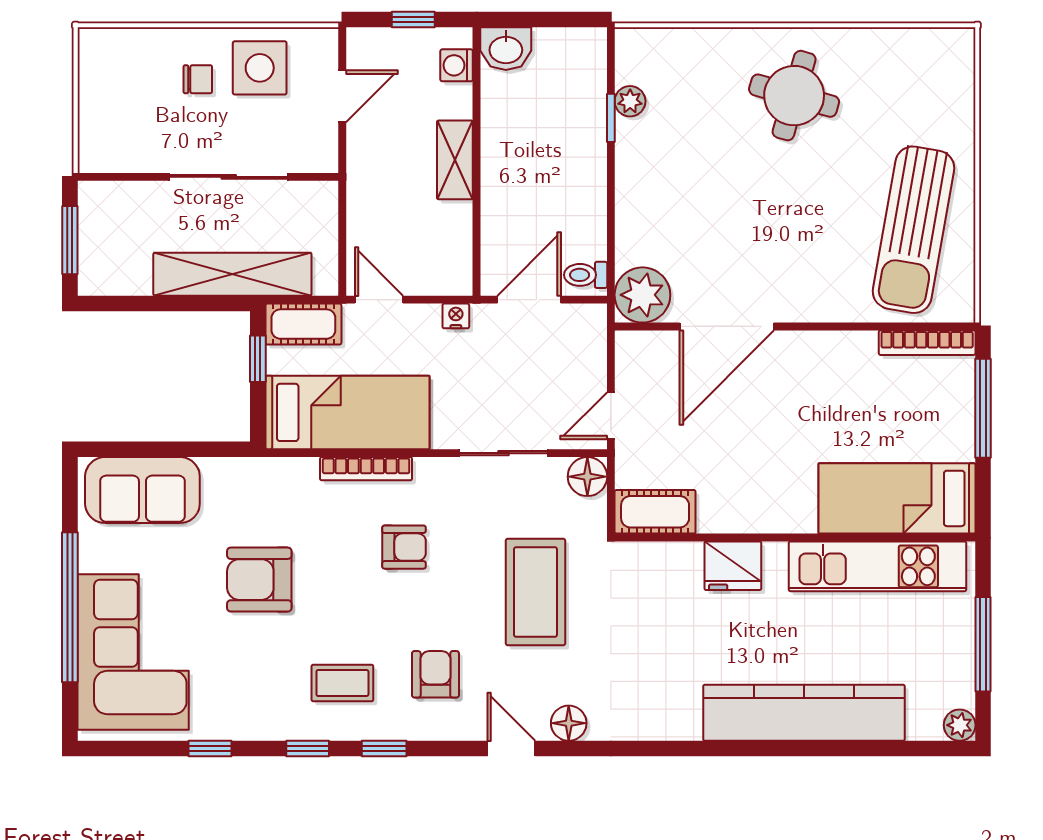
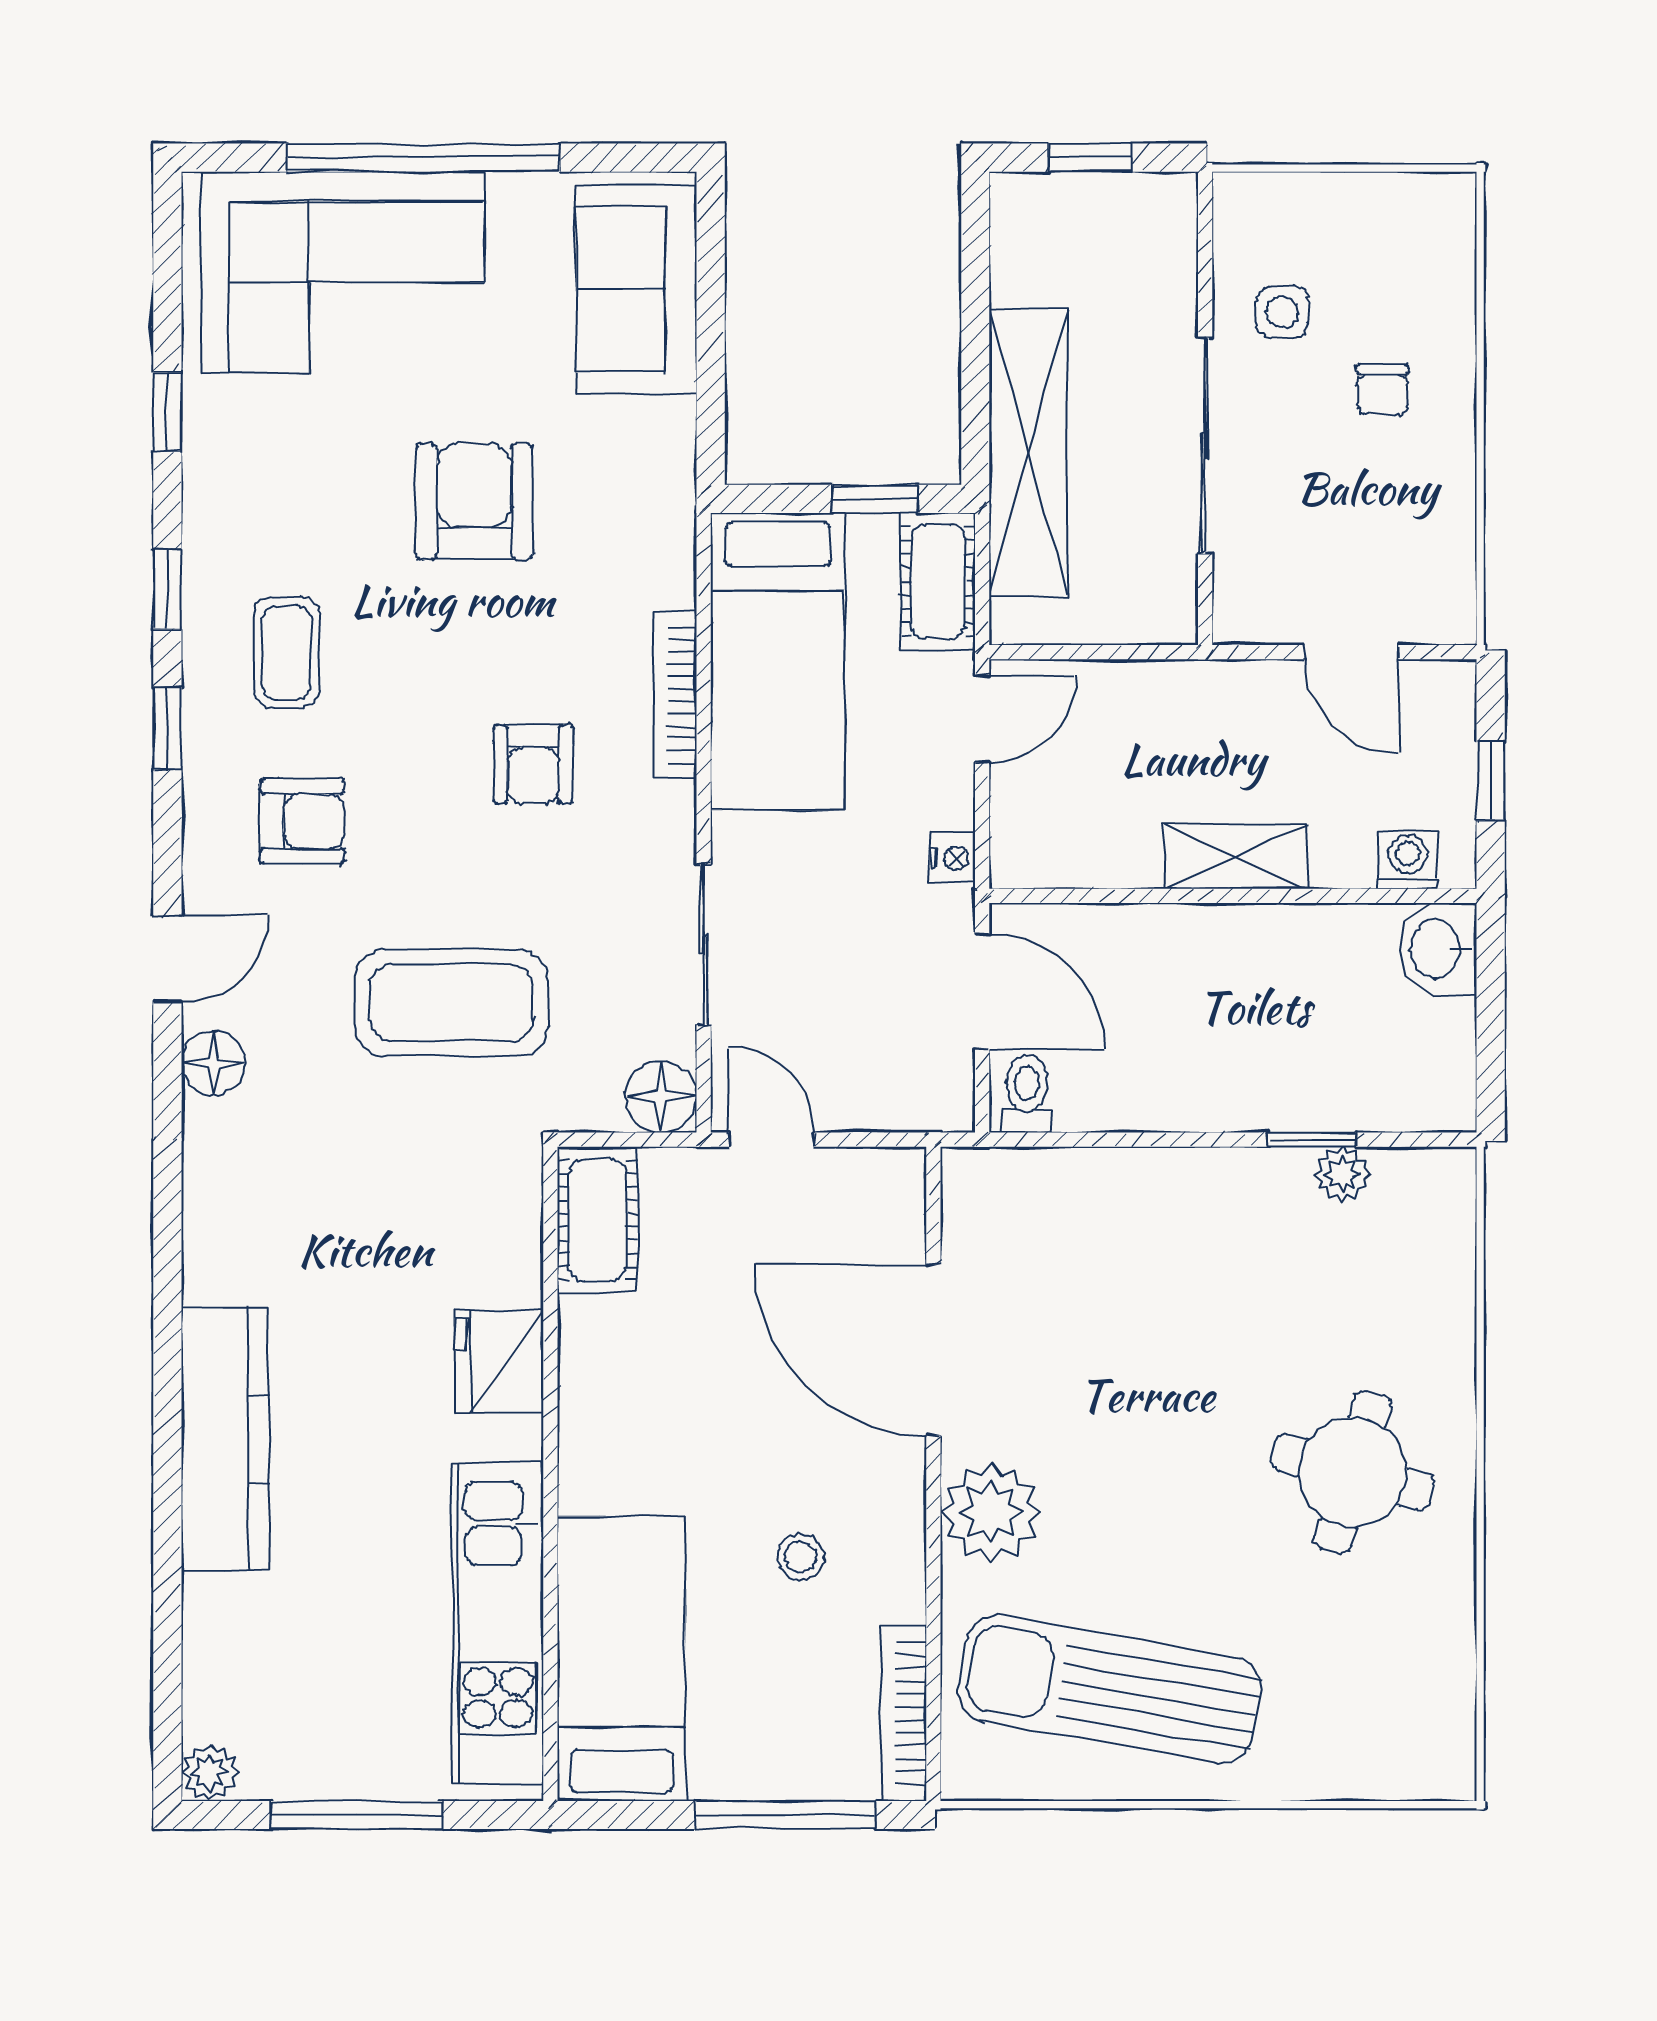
side table: (260, 68) -> (1282, 312), moved, width x0.54, depth x0.54
window: (70, 240) -> (1090, 158), width x0.67
plant: (642, 295) -> (991, 1512), moved
stool: (841, 400) -> (801, 1557), added
kitchen counter: (804, 713) -> (225, 1439), width x0.72, depth x0.86

